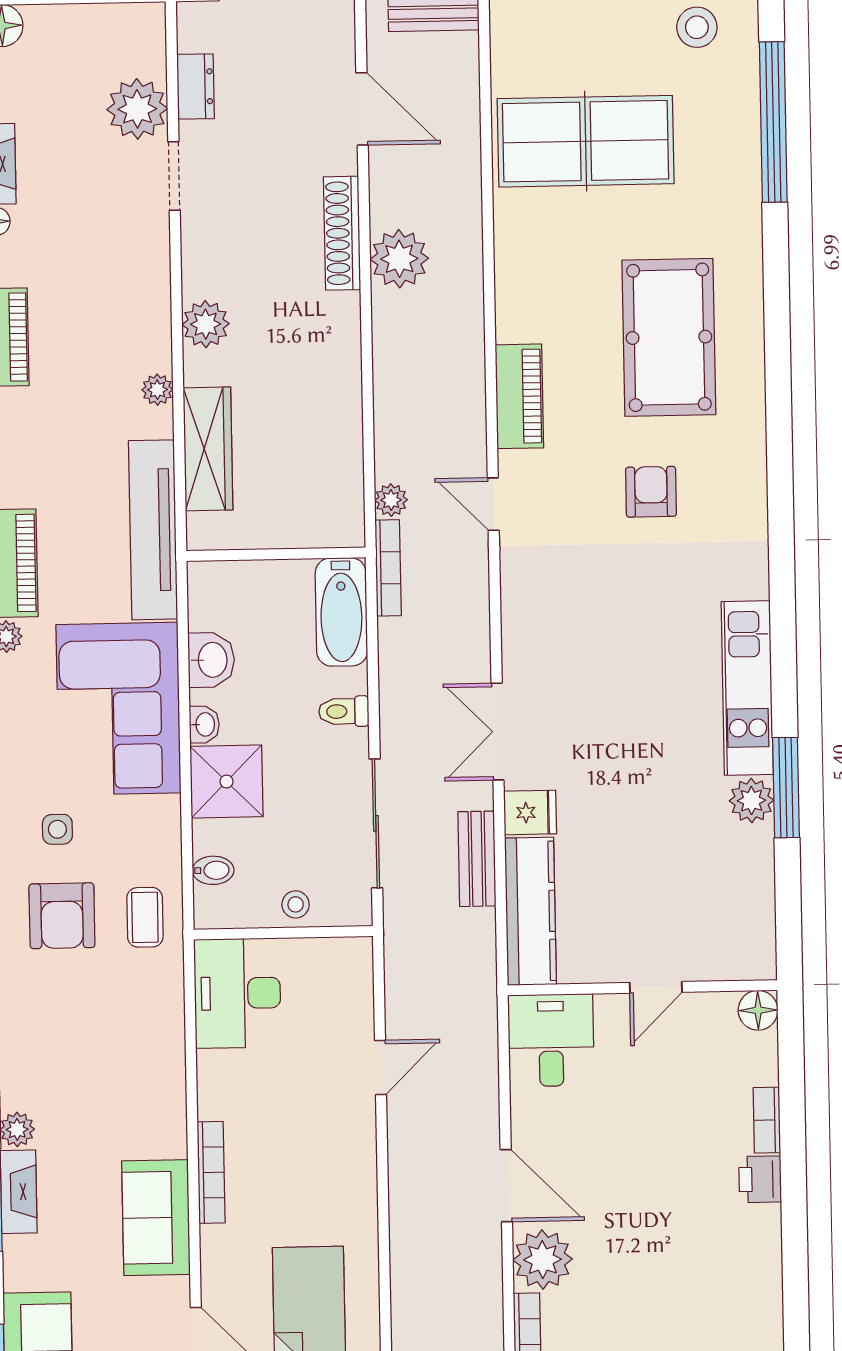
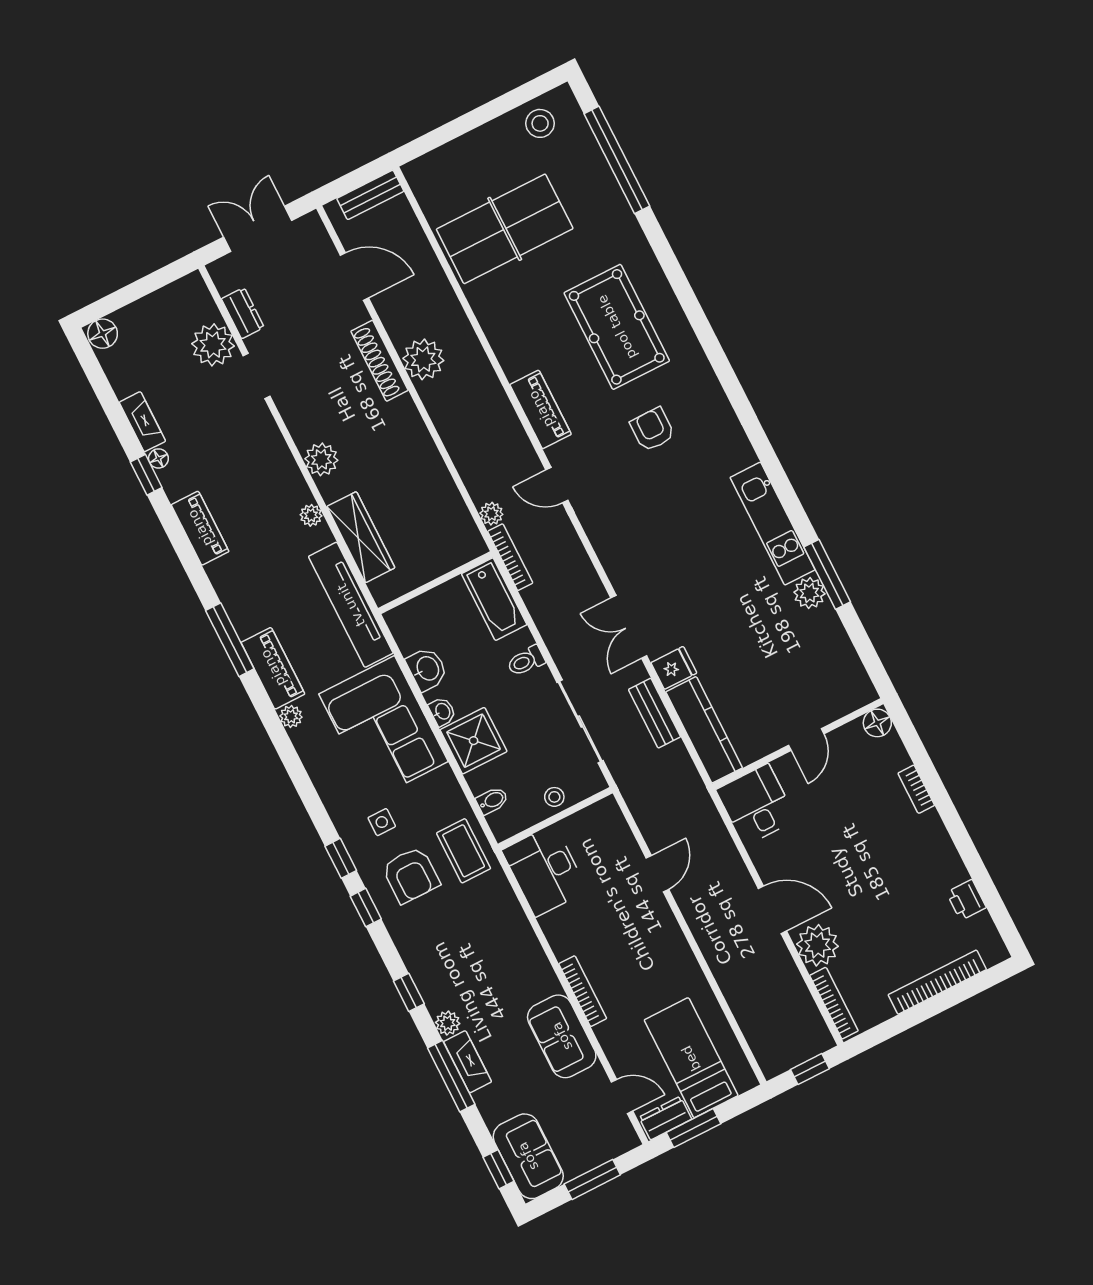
coffee table: (145, 917) -> (464, 851), width x1.36, depth x1.30
printer: (760, 1179) -> (966, 900), moved

